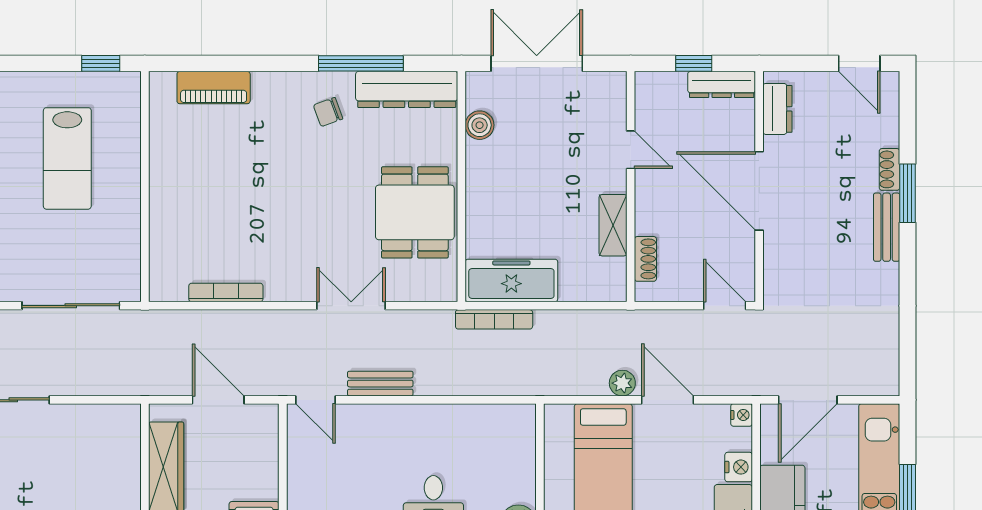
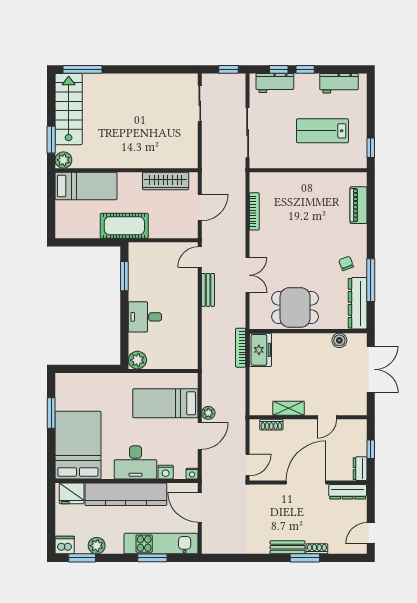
dresser: (722, 84) -> (360, 469), width x0.70
dresser: (777, 109) -> (348, 492), width x1.44
freezer: (511, 281) -> (260, 350), width x0.71

